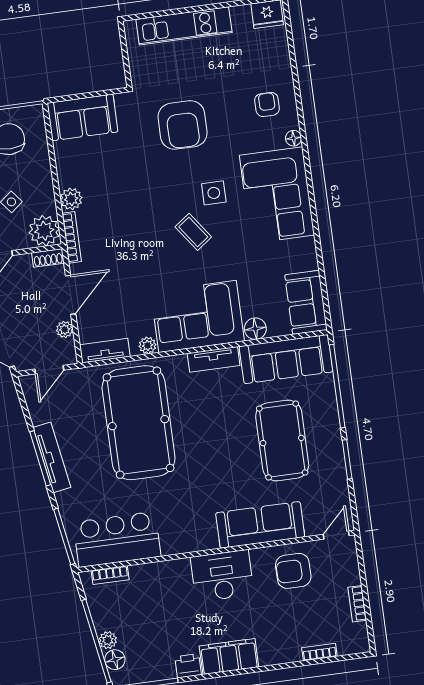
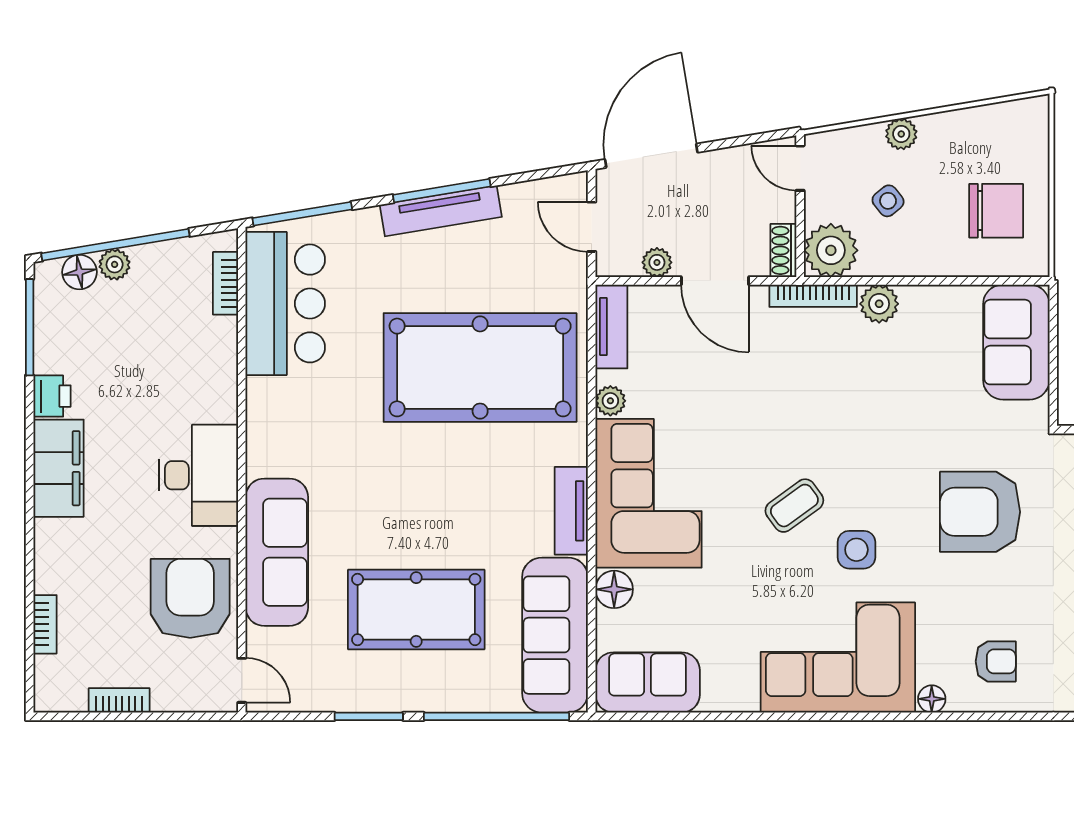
armchair: (293, 571) -> (190, 598), width x1.36, depth x1.36

